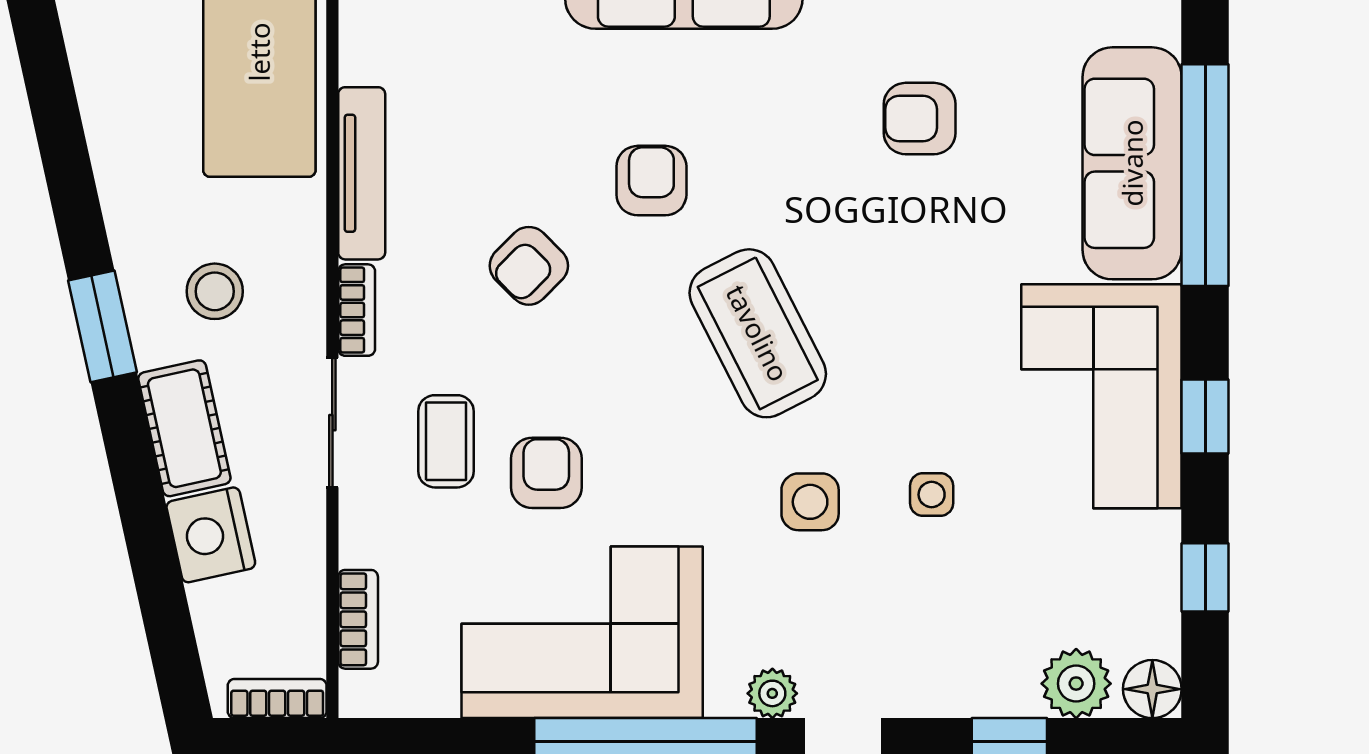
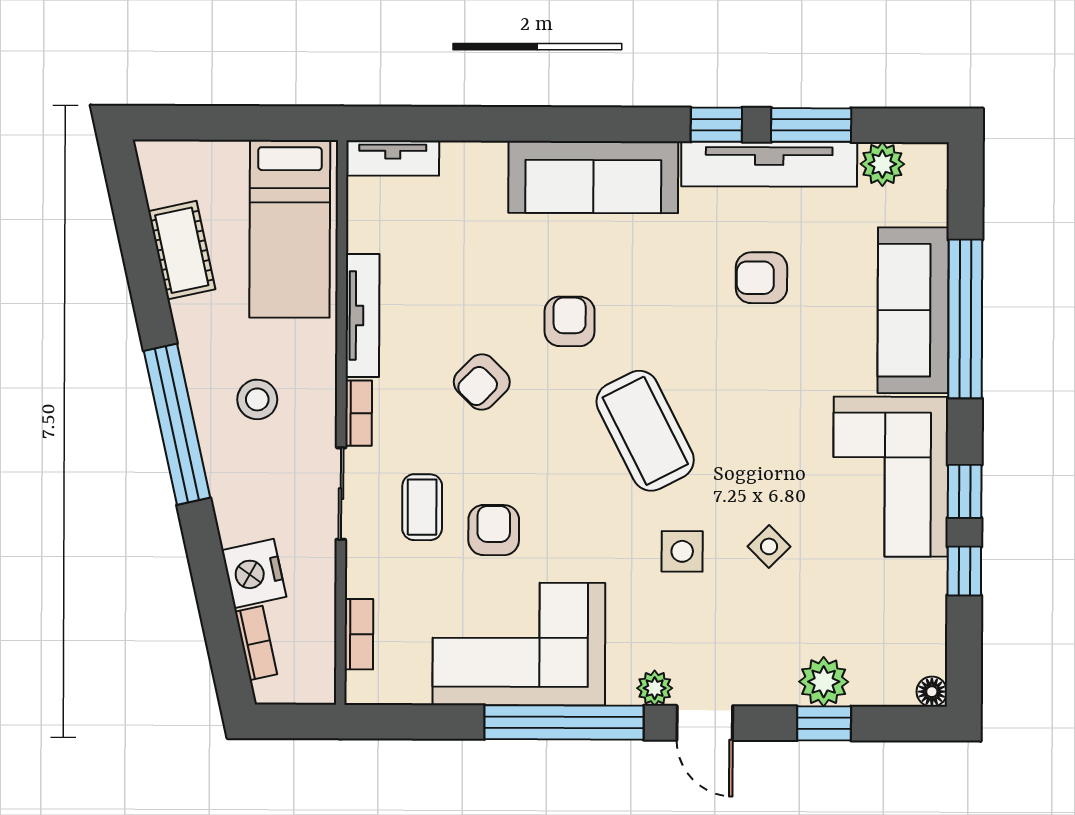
window: (102, 326) -> (177, 424), width x2.11
cot: (184, 428) -> (182, 250), moved
side table: (932, 495) -> (769, 546), turned 45
window: (1205, 577) -> (964, 571), moved
plant: (1076, 684) -> (824, 682), moved
floor lamp: (1152, 689) -> (932, 692), width x0.73, depth x0.73
bookcase: (277, 698) -> (256, 643), moved, turned 78

